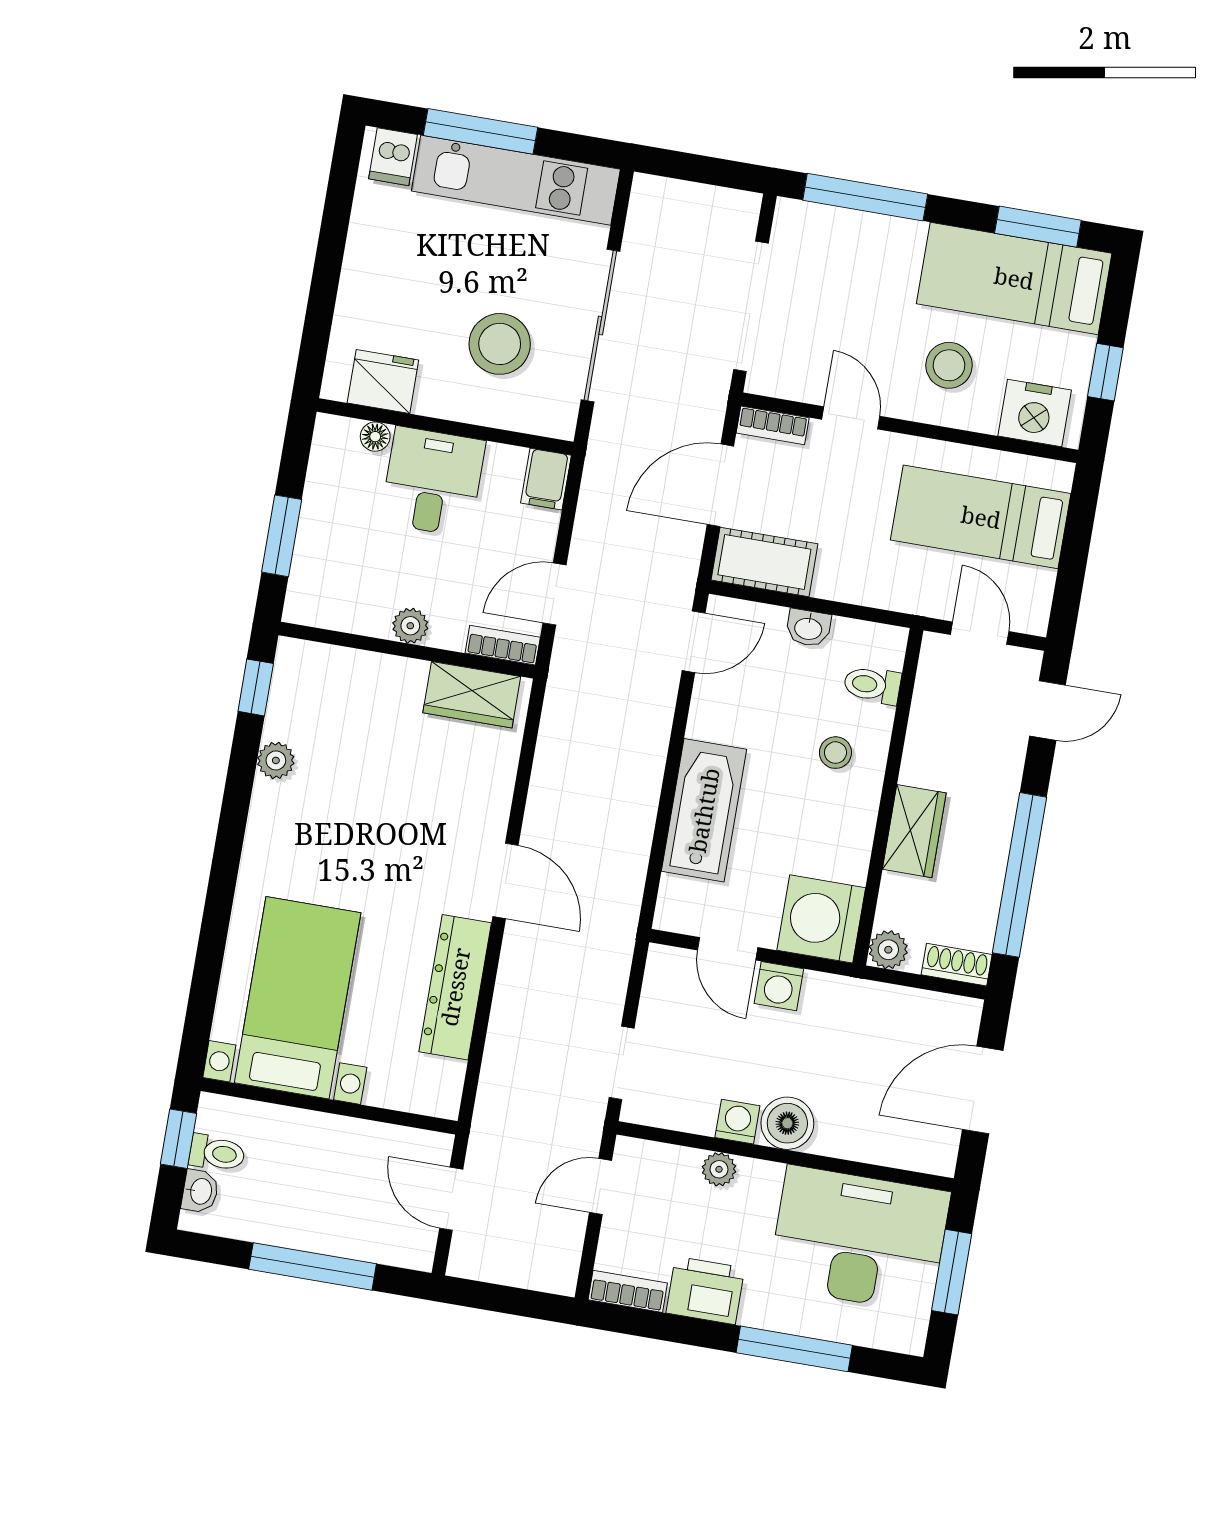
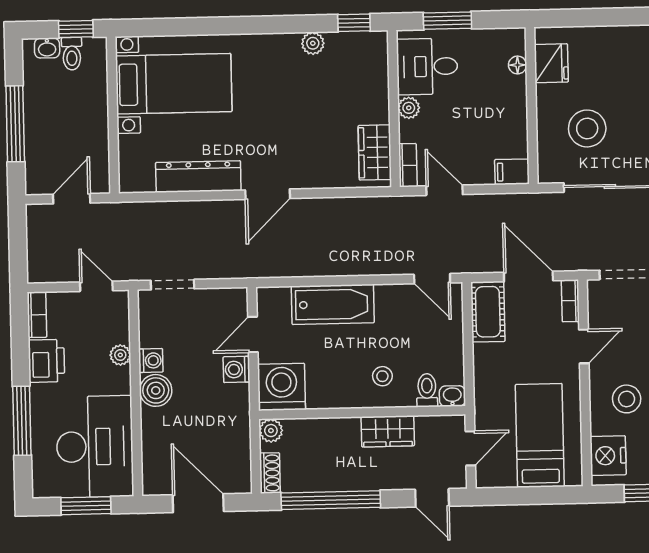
desk: (433, 482) -> (427, 66), moved, turned 180
washbasin: (808, 628) -> (452, 396), moved, turned 90
wardrobe: (914, 831) -> (388, 431), moved

